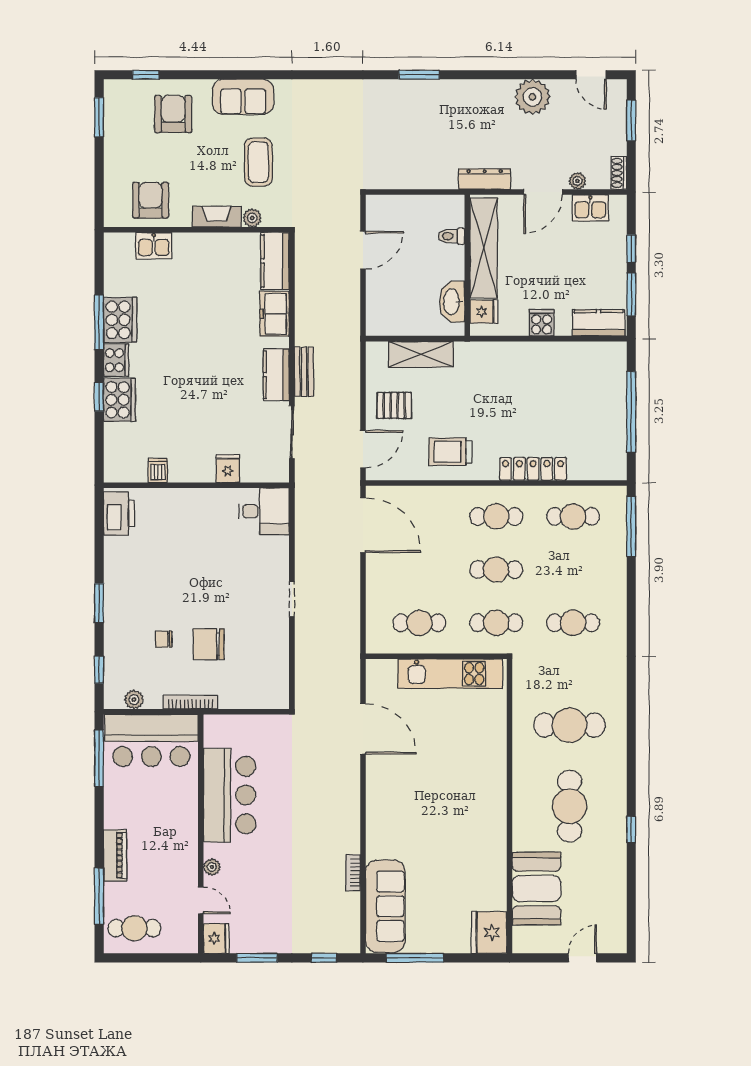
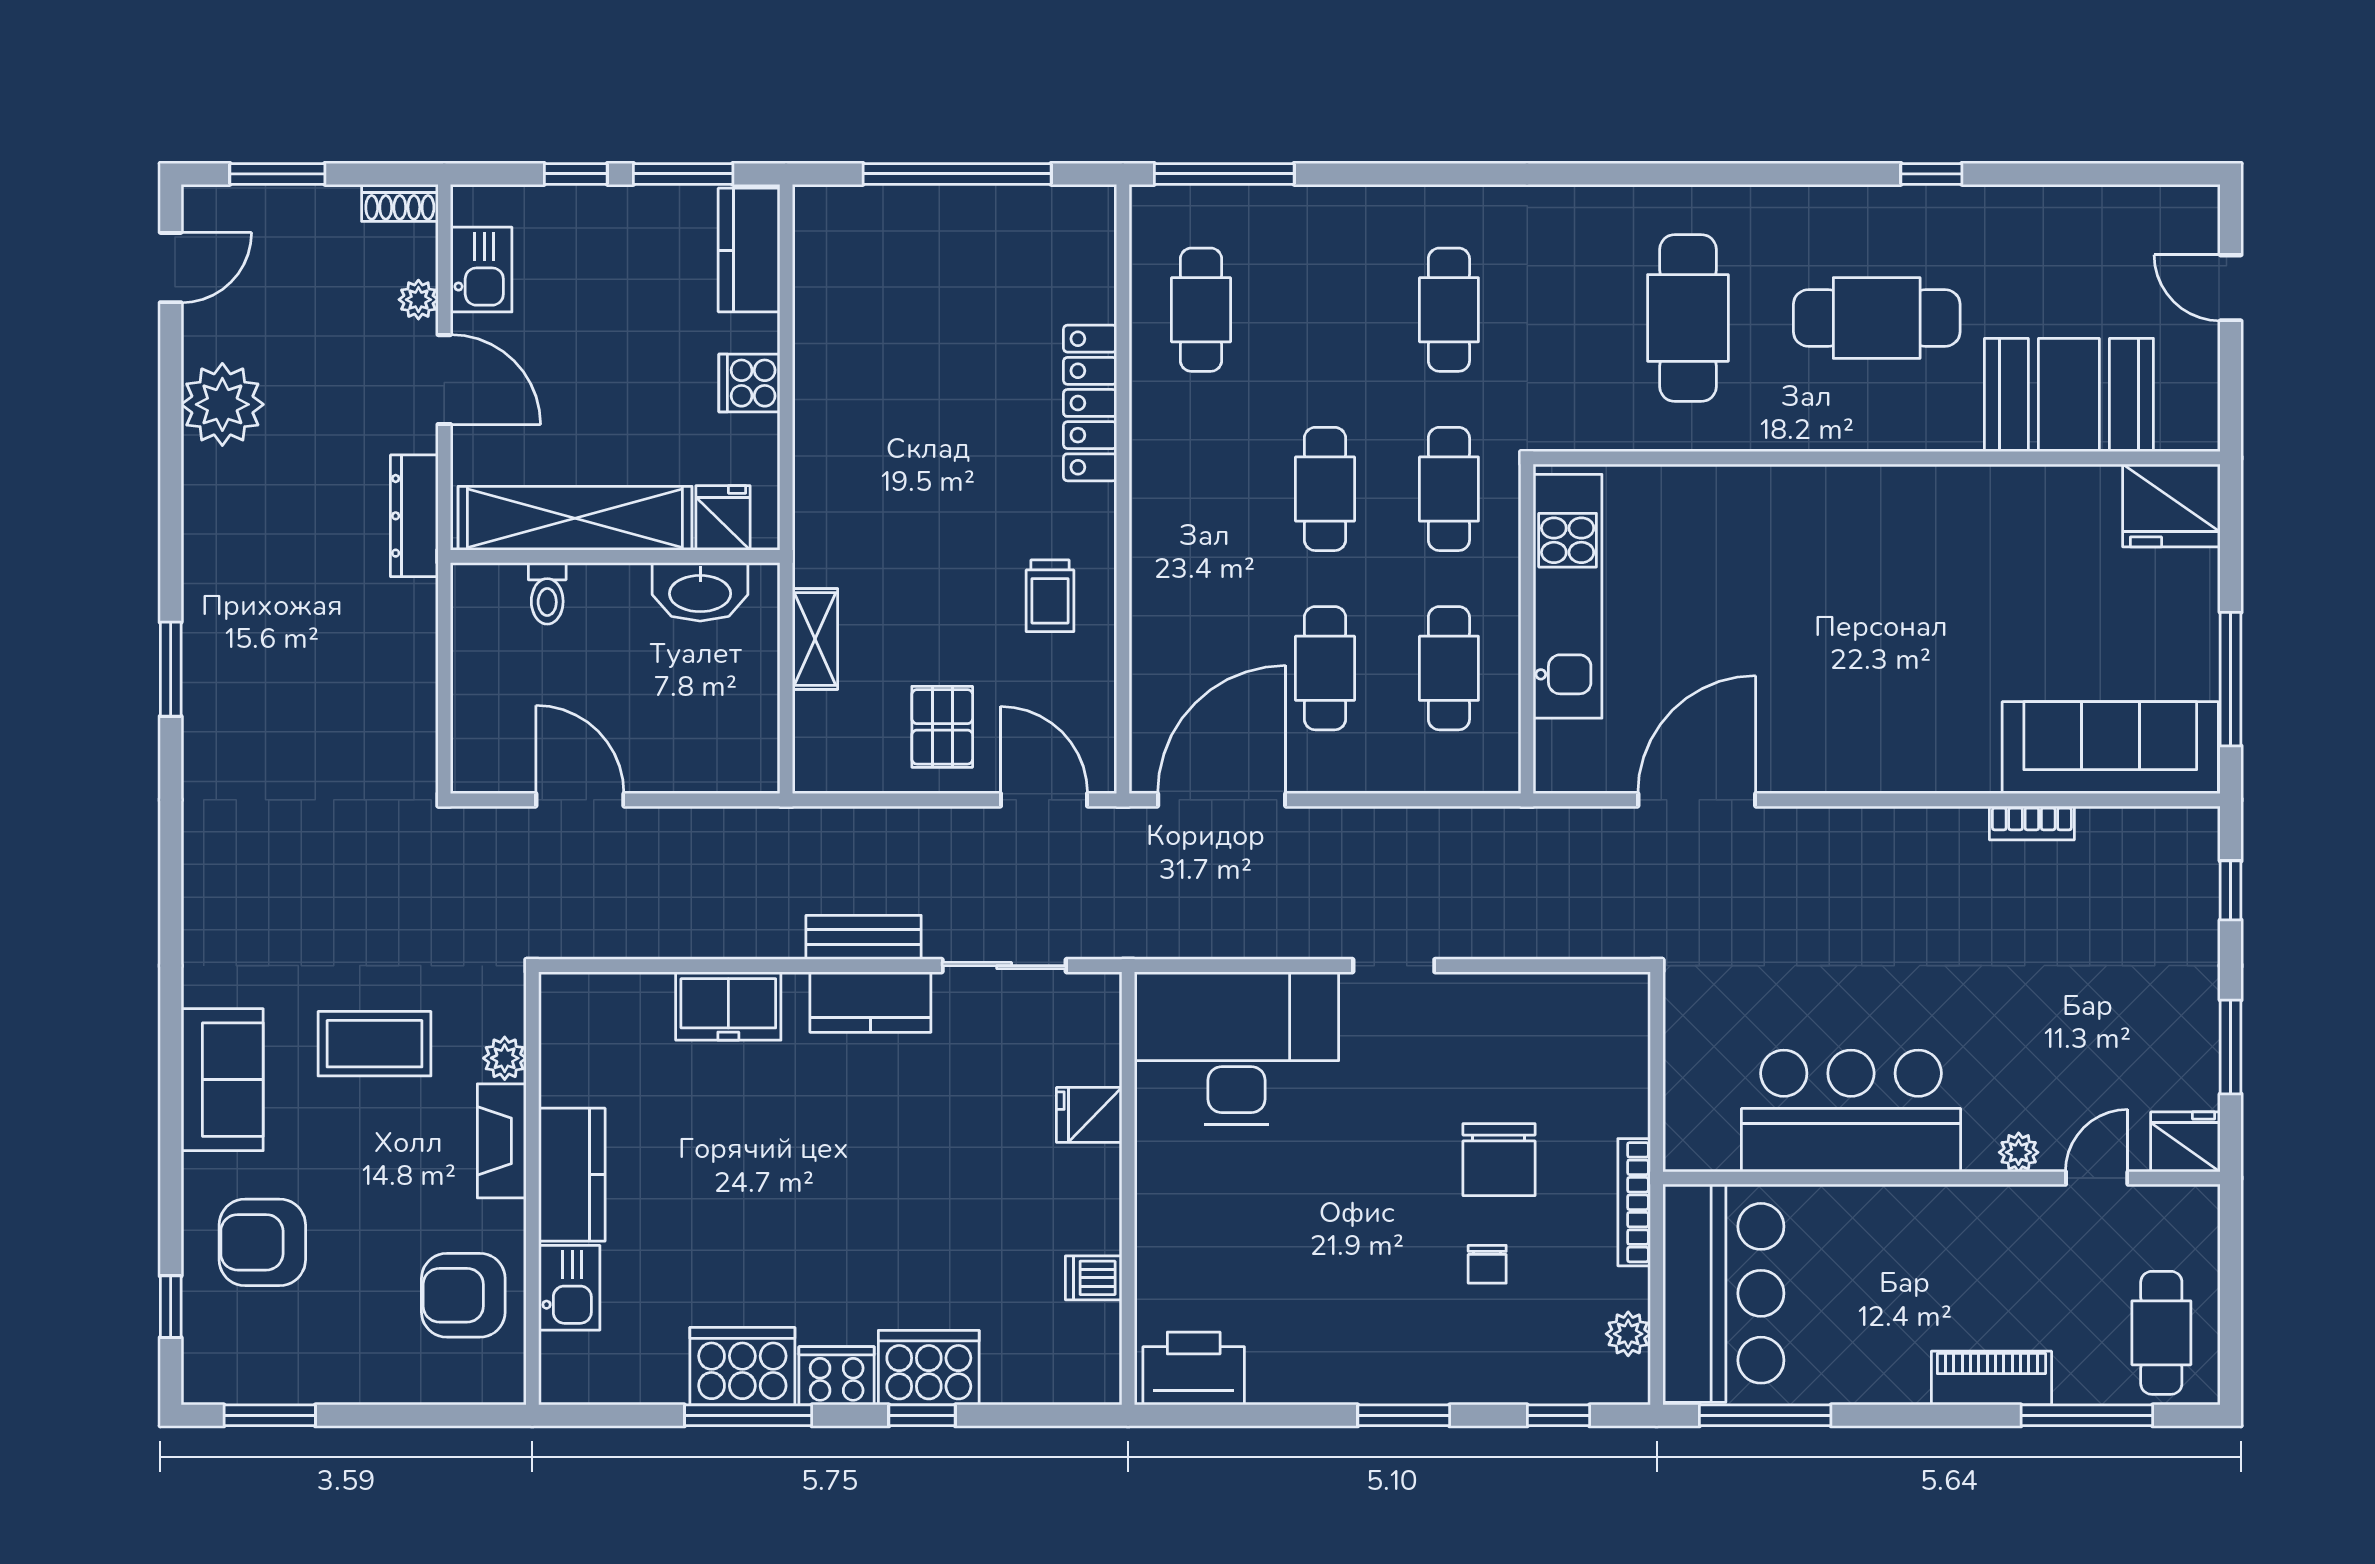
kitchen counter: (275, 261) -> (572, 1175), moved, turned -90
shelving: (421, 354) -> (815, 639), width x0.67, depth x0.75
trolley: (450, 452) -> (1050, 596), width x0.73, depth x0.72
desk: (264, 511) -> (1237, 1048), width x1.87, depth x1.30
cafe table: (496, 516) -> (1325, 668), moved

